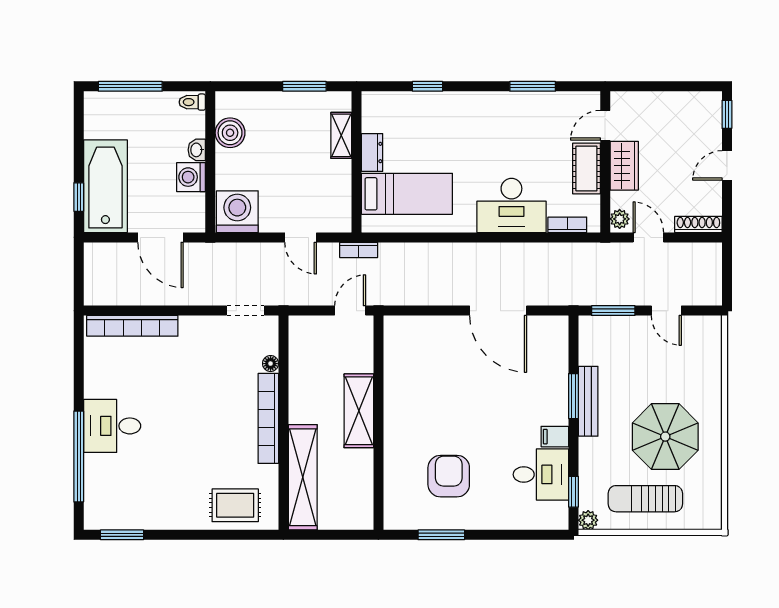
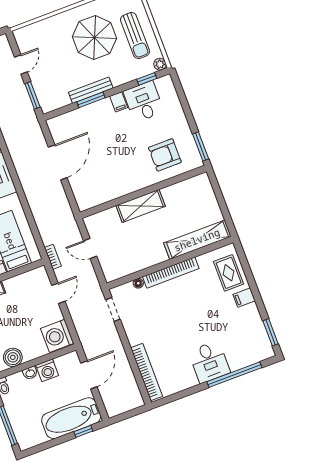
shelving: (359, 411) -> (141, 206), moved
wall: (378, 423) -> (143, 192), moved
filing cabinet: (189, 515) -> (244, 298), added

